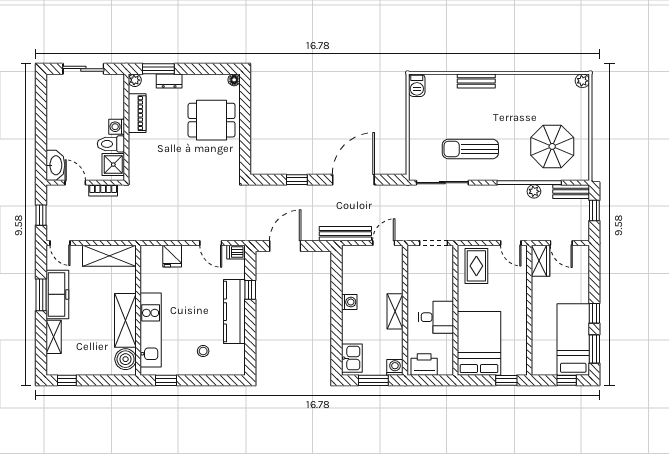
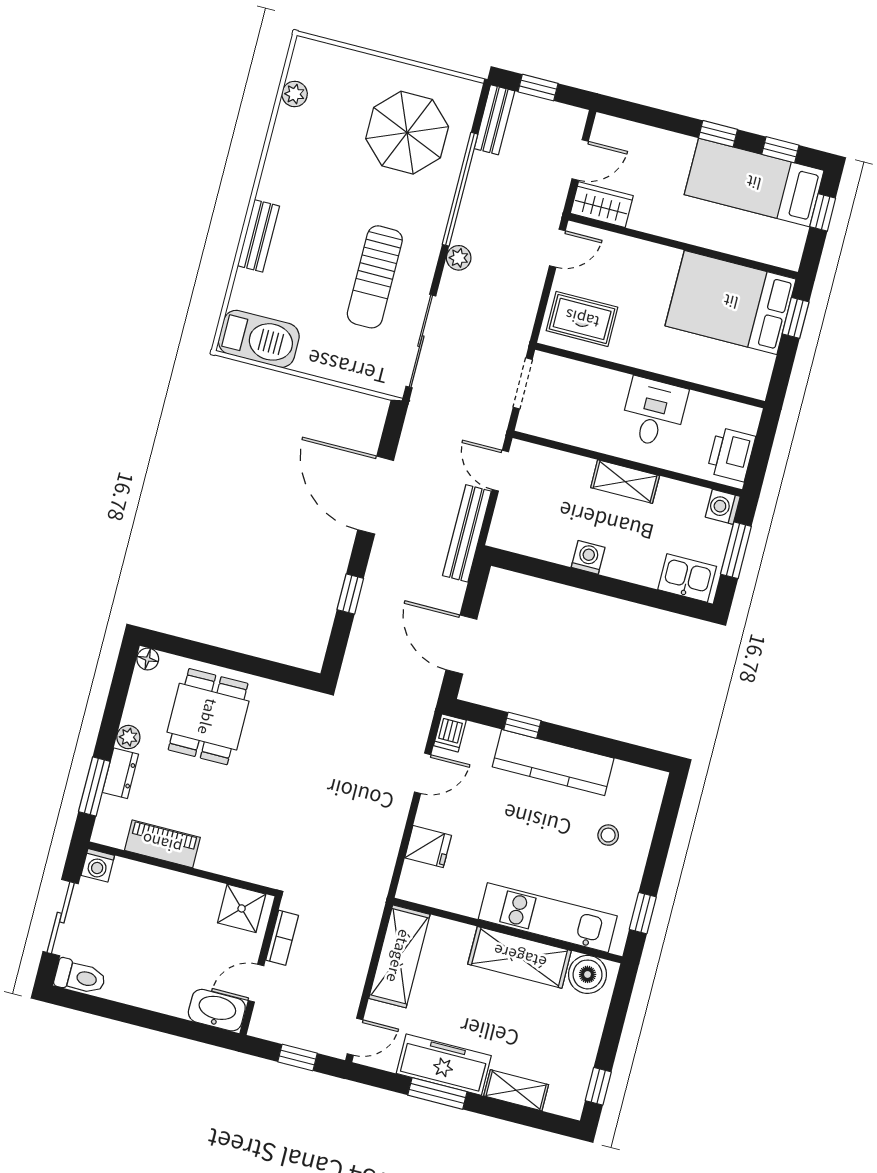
plant: (135, 80) -> (128, 737), moved
plant: (582, 81) -> (295, 94), moved
barbecue: (417, 85) -> (259, 339), width x1.88, depth x1.53
washing machine: (117, 127) -> (98, 865), moved
toilet: (111, 144) -> (80, 977), moved, turned -90
plant: (534, 191) -> (459, 258), moved
bed: (479, 343) -> (731, 302), moved
window: (594, 349) -> (780, 150), width x0.67

